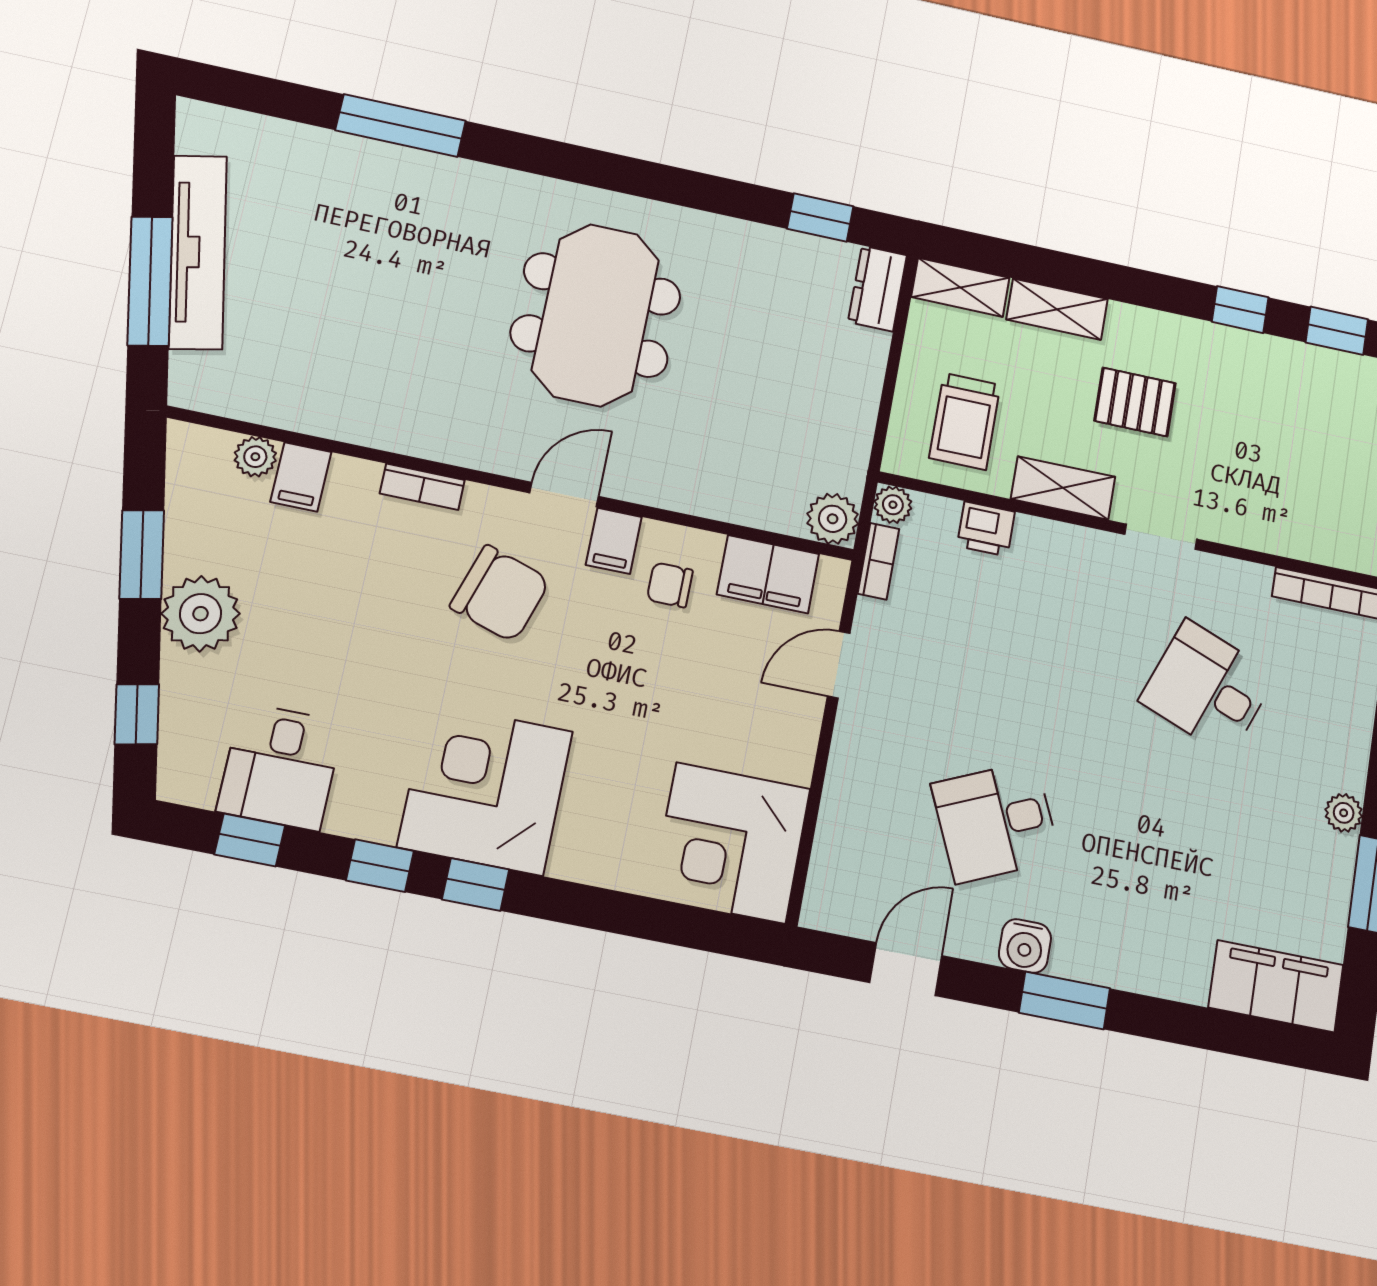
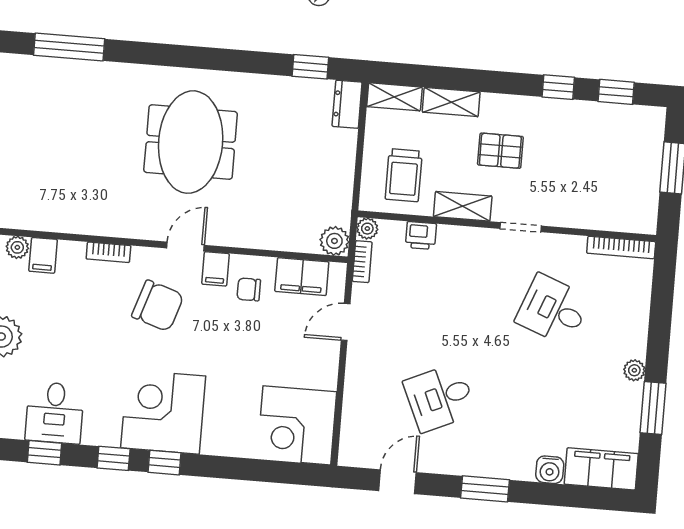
water cooler: (1025, 946) -> (550, 470), moved

